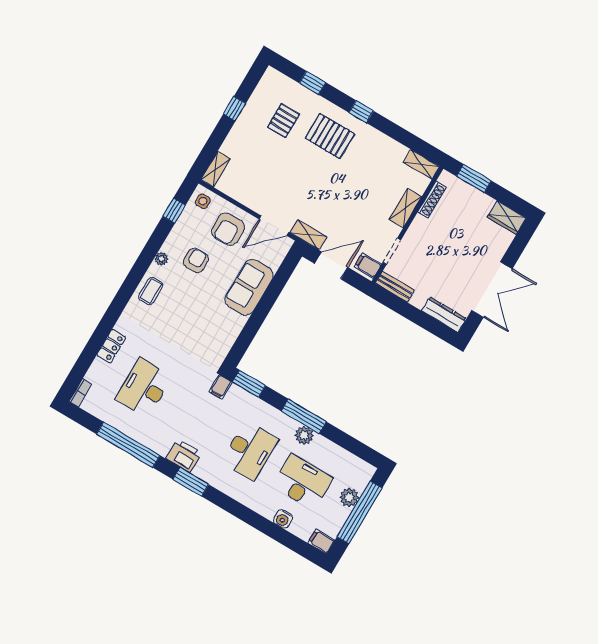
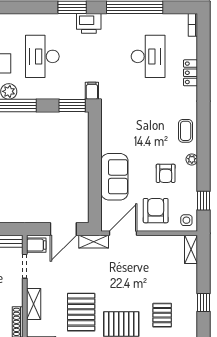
pallet: (363, 172) -> (81, 312), added

